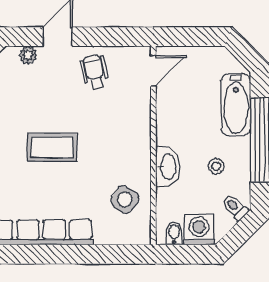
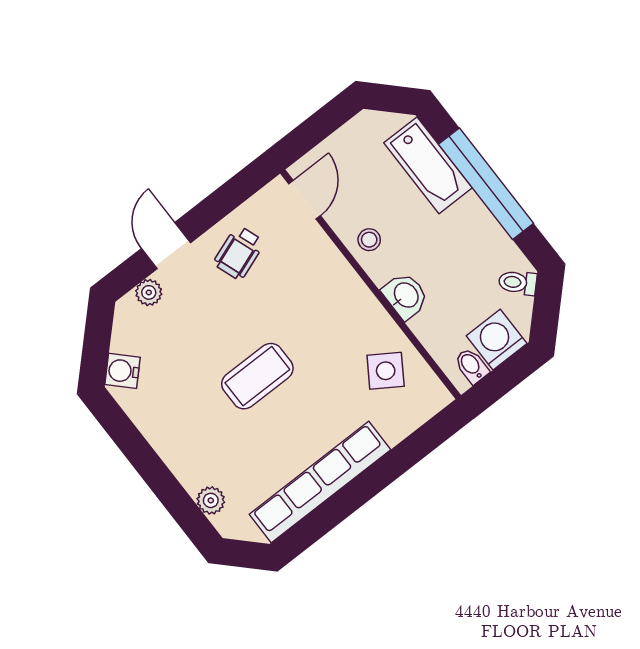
wheelchair: (95, 72) -> (239, 253), turned -97
stool: (216, 166) -> (369, 240), moved
washbasin: (168, 167) -> (405, 296), width x0.72

